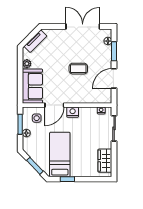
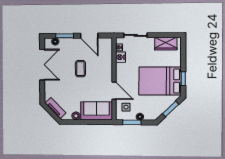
double door: (83, 27) -> (42, 65), swing flipped
nightstand: (73, 112) -> (120, 57), moved
bed: (60, 154) -> (160, 81), width x1.50

